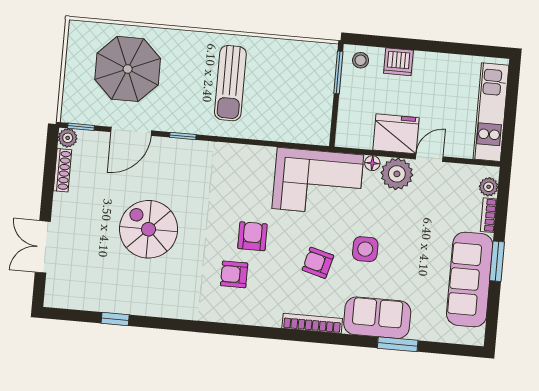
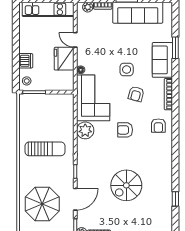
door: (131, 131) -> (75, 199), hinge flipped
plant: (397, 174) -> (85, 130), moved
armchair: (234, 274) -> (158, 126), moved

